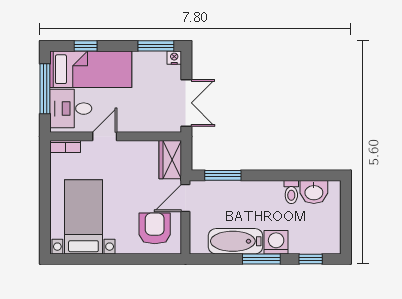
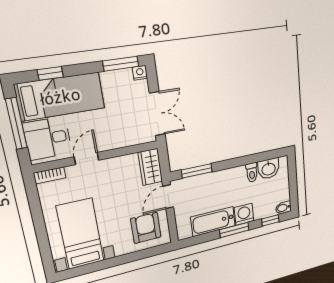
bidet: (330, 247) -> (283, 208), added

